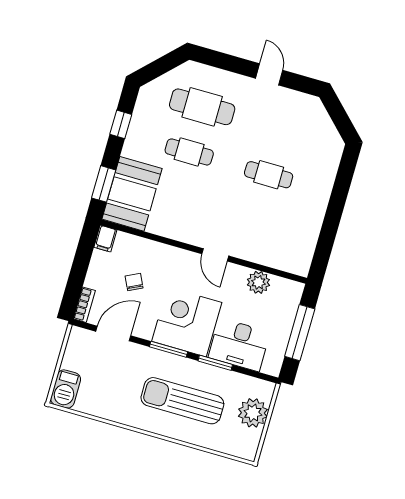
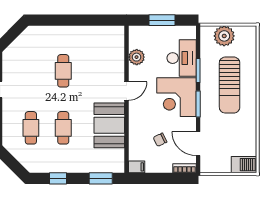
cafe table: (202, 107) -> (31, 128), width x0.73, depth x0.74
booth: (132, 194) -> (109, 125), moved, turned 90
window: (300, 333) -> (162, 20), width x0.69

